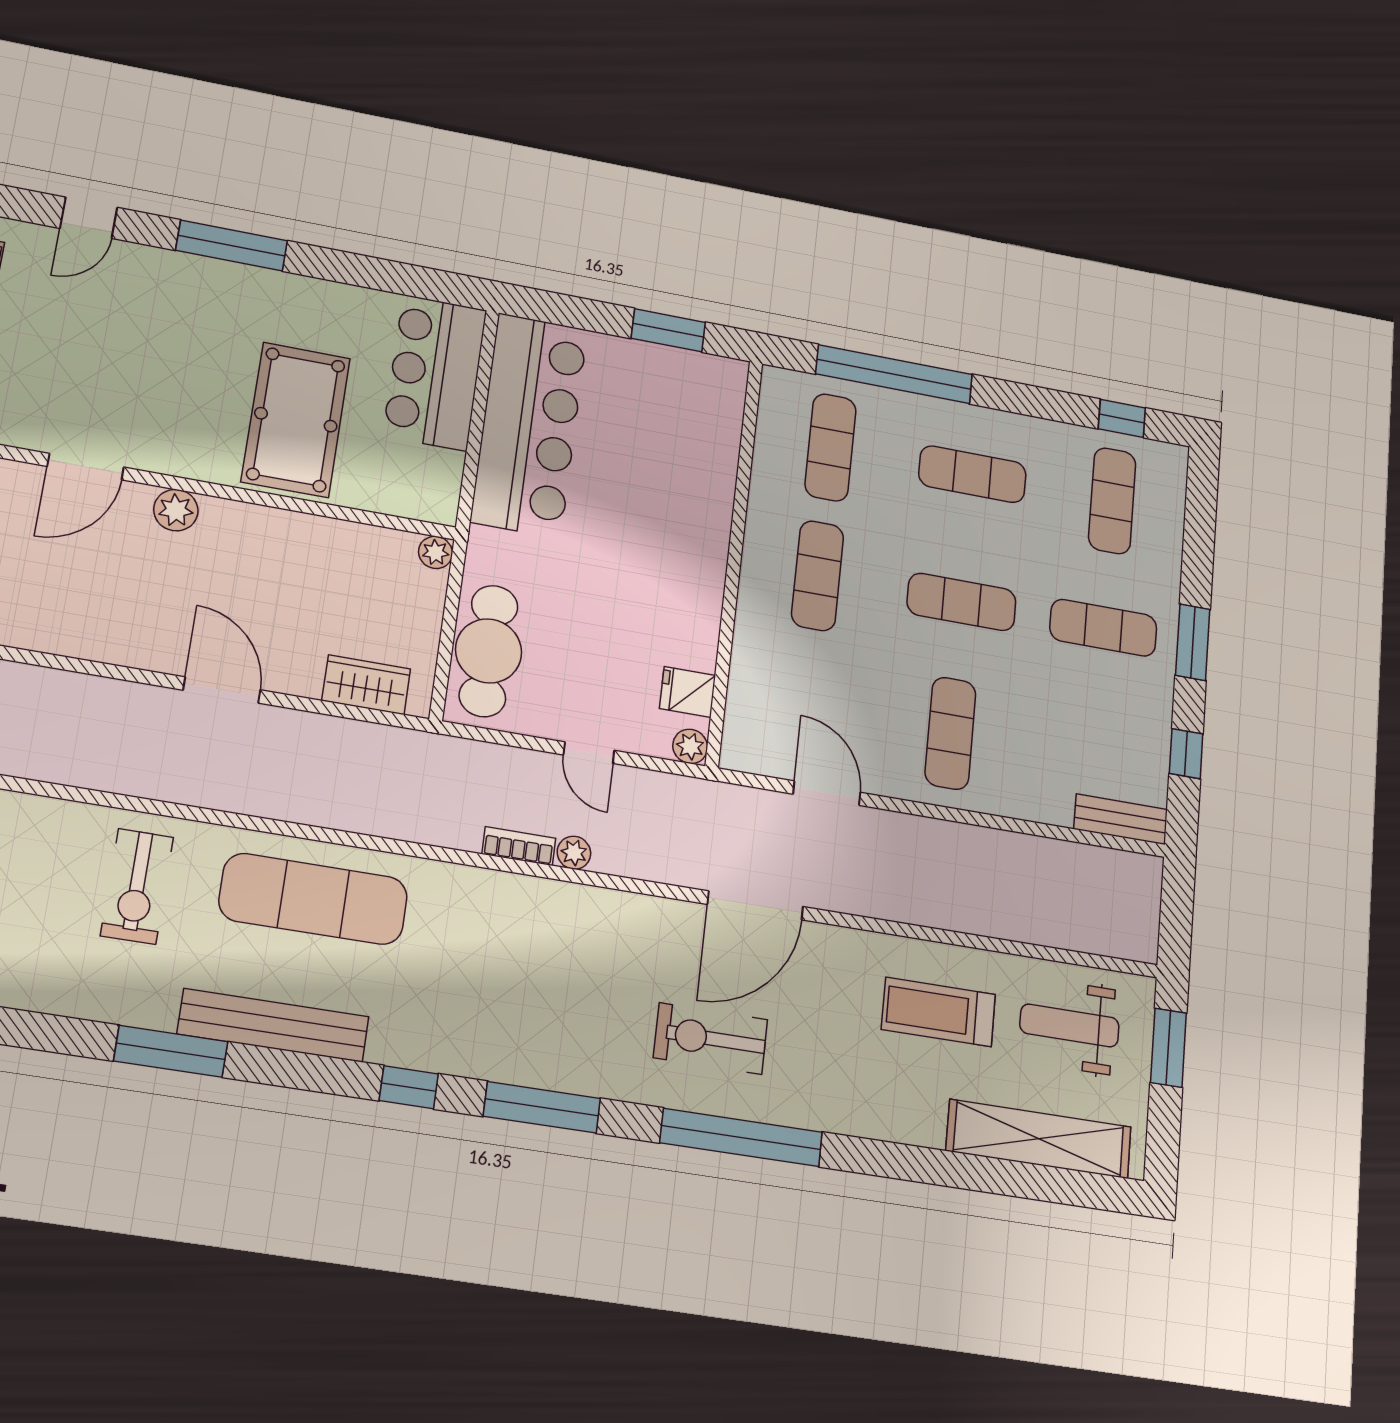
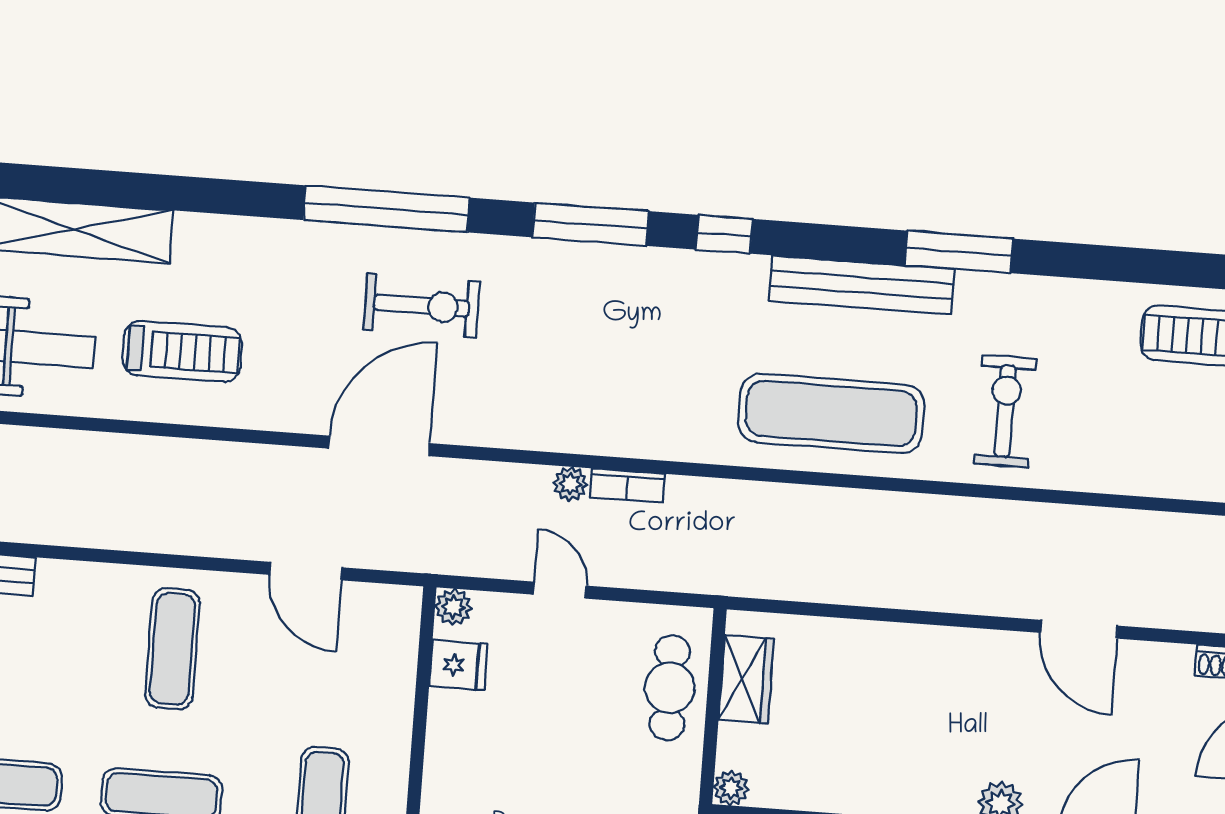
cafe table: (489, 651) -> (670, 688), width x0.73, depth x0.74
wardrobe: (366, 685) -> (746, 679), moved, turned -90
door: (222, 690) -> (1079, 629), moved

